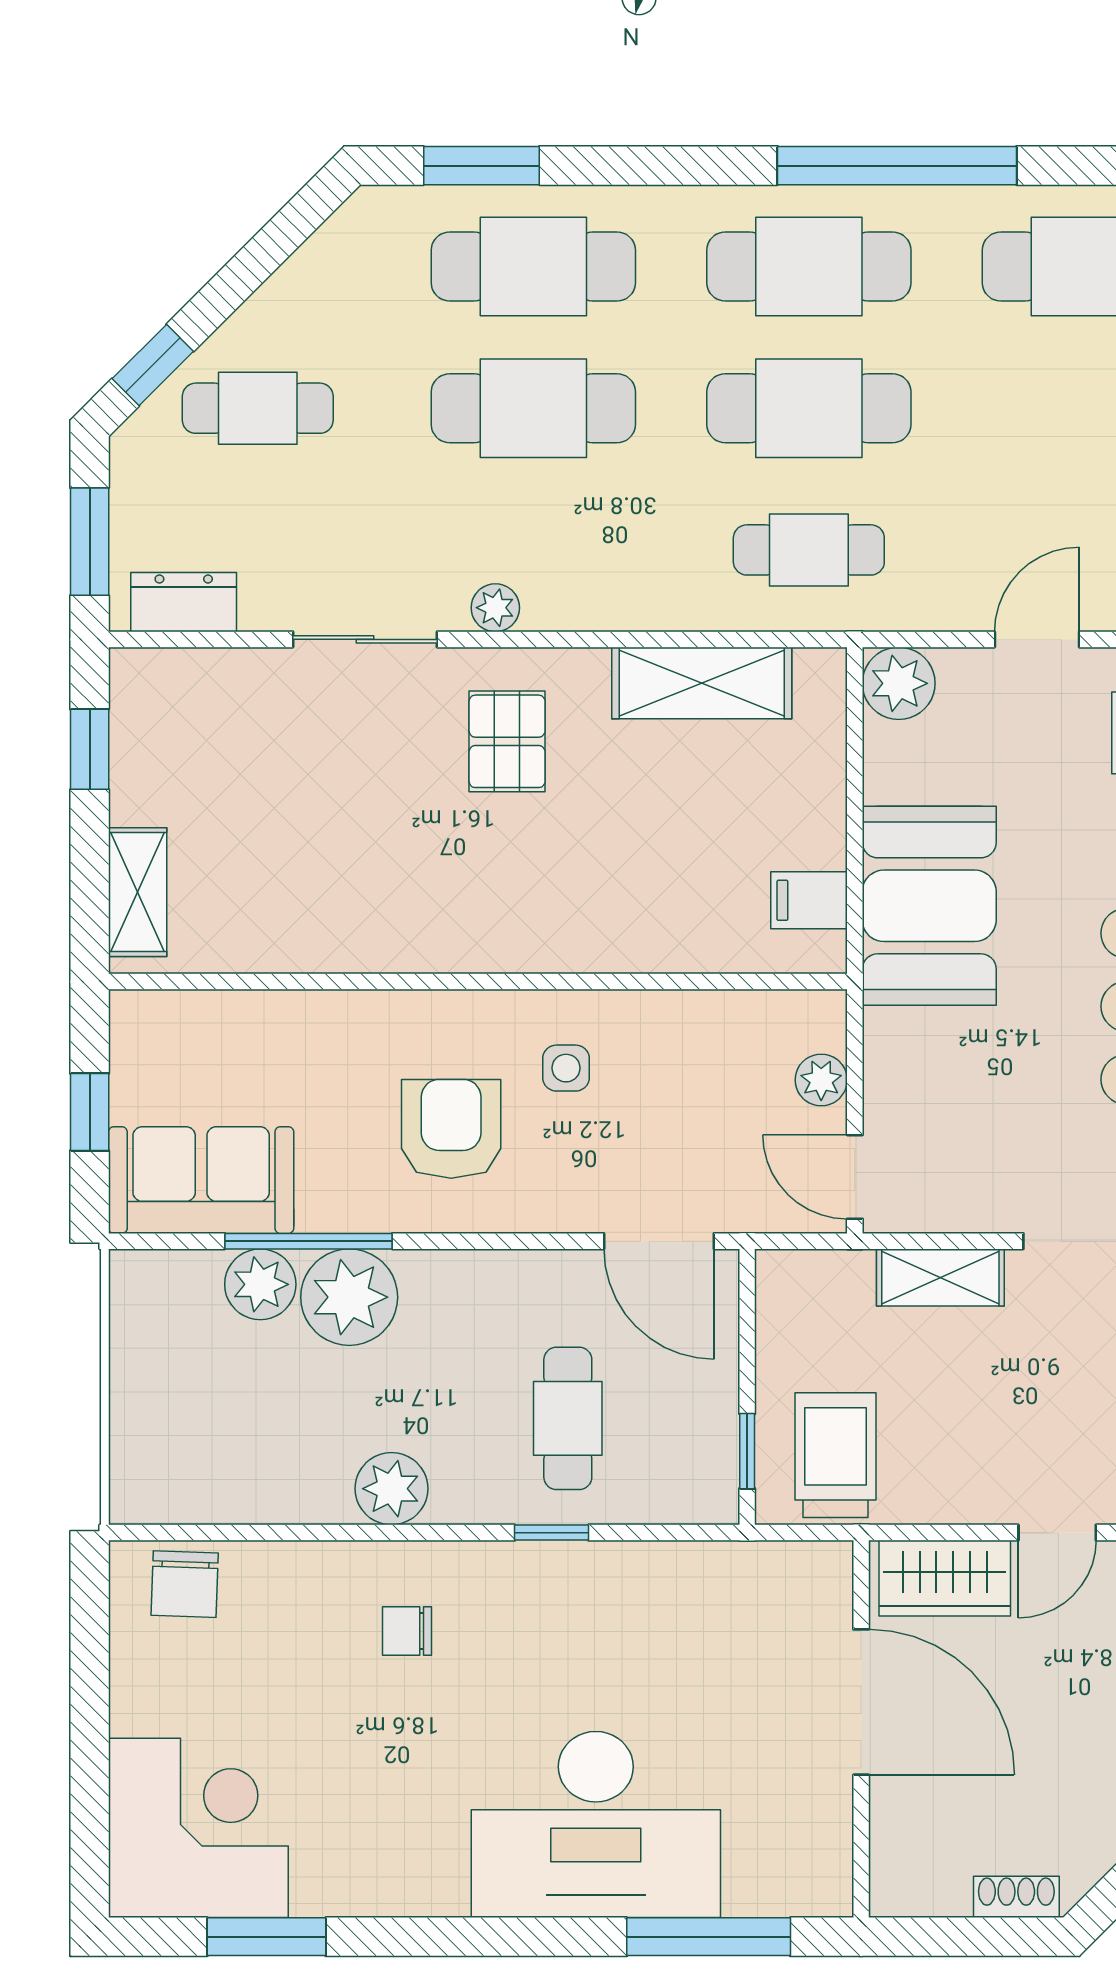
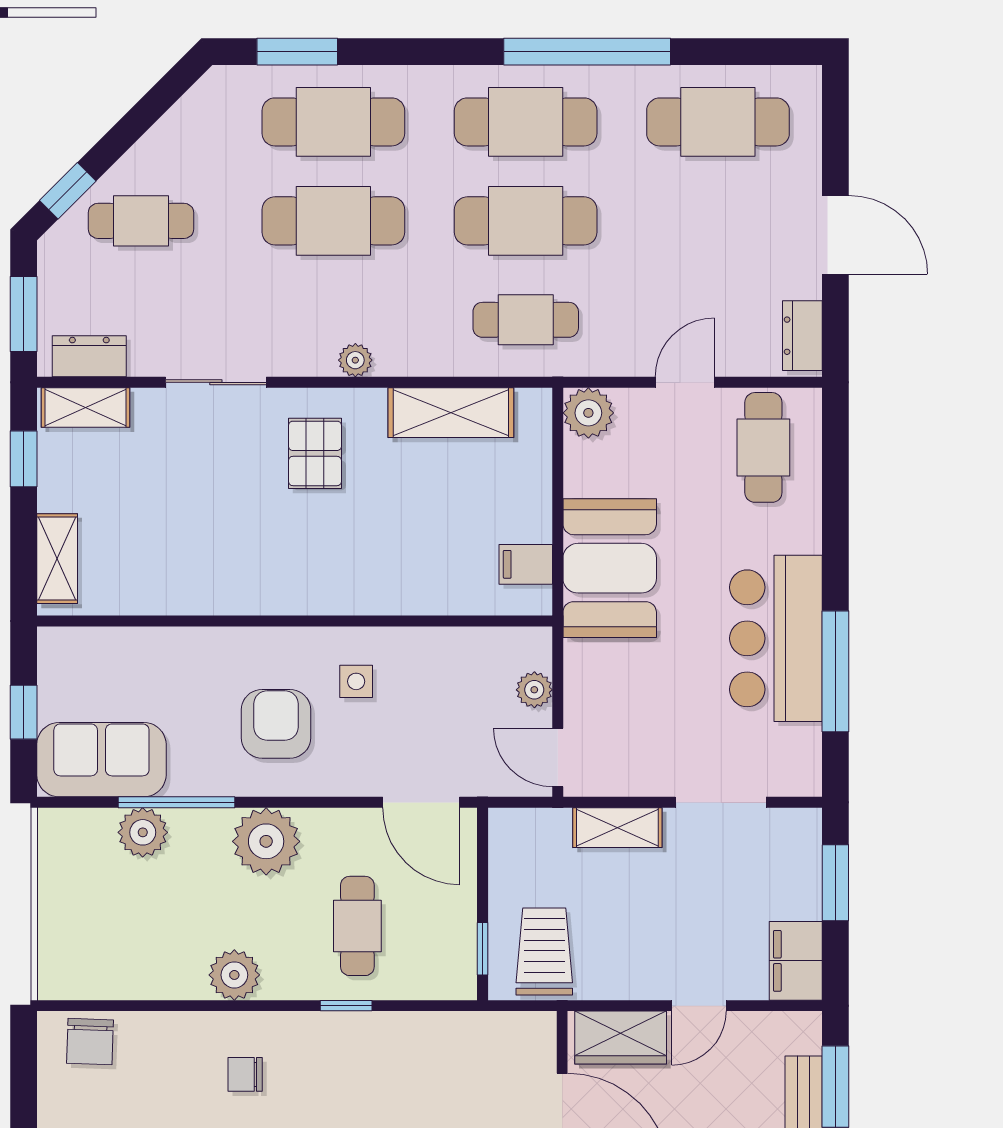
plant: (495, 608) -> (355, 360), moved
shelving: (178, 676) -> (85, 407), added
plant: (349, 1297) -> (266, 841), moved

